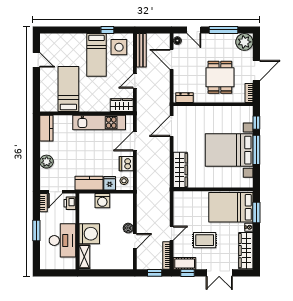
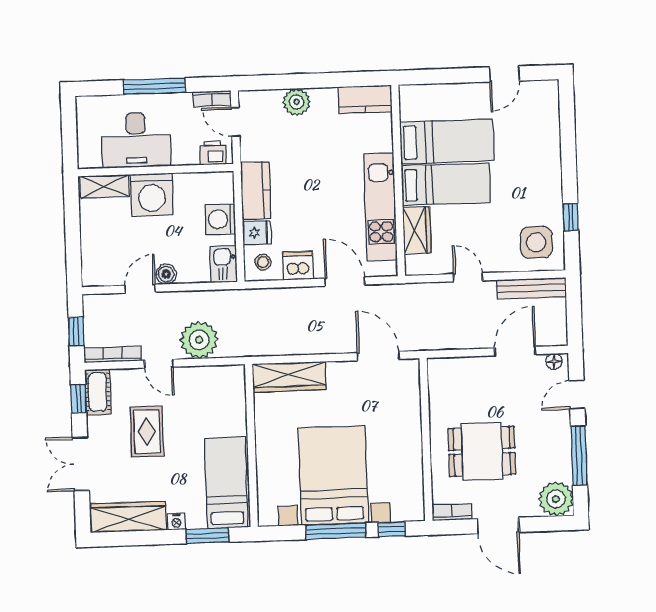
bed: (96, 55) -> (446, 184), moved, turned 180
dresser: (184, 98) -> (438, 380), removed
wardrobe: (122, 105) -> (417, 230), moved
kitchen sink: (124, 200) -> (224, 264), added
bed: (231, 207) -> (226, 483), width x0.67
plant: (161, 213) -> (199, 340), added
window: (36, 231) -> (155, 86), width x1.44
door: (135, 241) -> (140, 289), swing flipped

